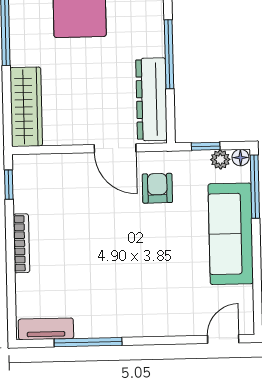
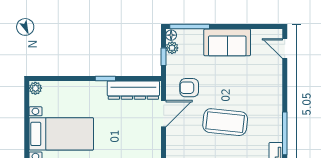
window: (169, 54) -> (105, 78), width x0.46
sofa: (231, 234) -> (227, 42), width x0.73
coffee table: (104, 247) -> (225, 122), added

